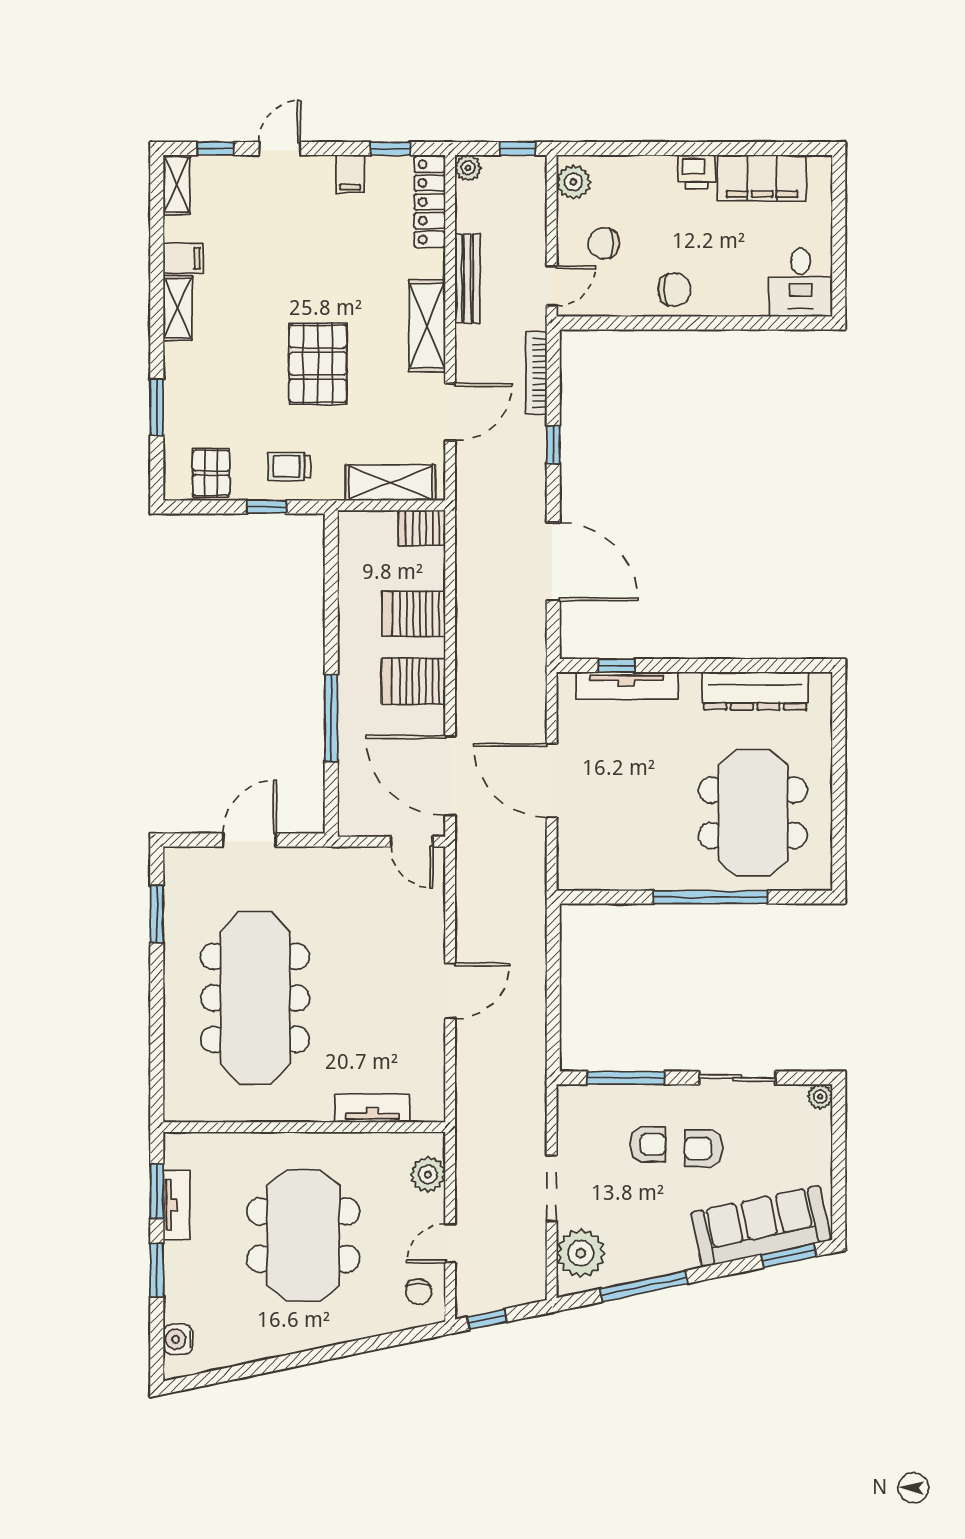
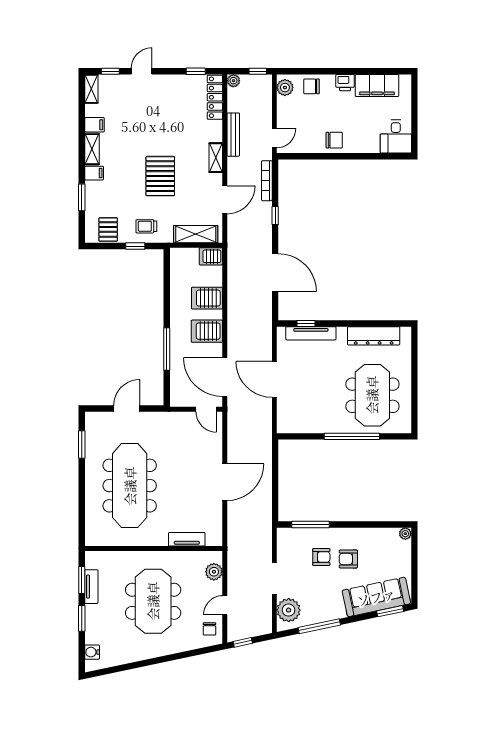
filing cabinet: (350, 174) -> (94, 173), moved, turned -90
chair: (604, 243) -> (312, 86), moved
shelving: (427, 326) -> (216, 158), width x0.67, depth x0.75
door: (450, 991) -> (225, 482), width x1.36
sliding door: (737, 1078) -> (365, 525), removed

